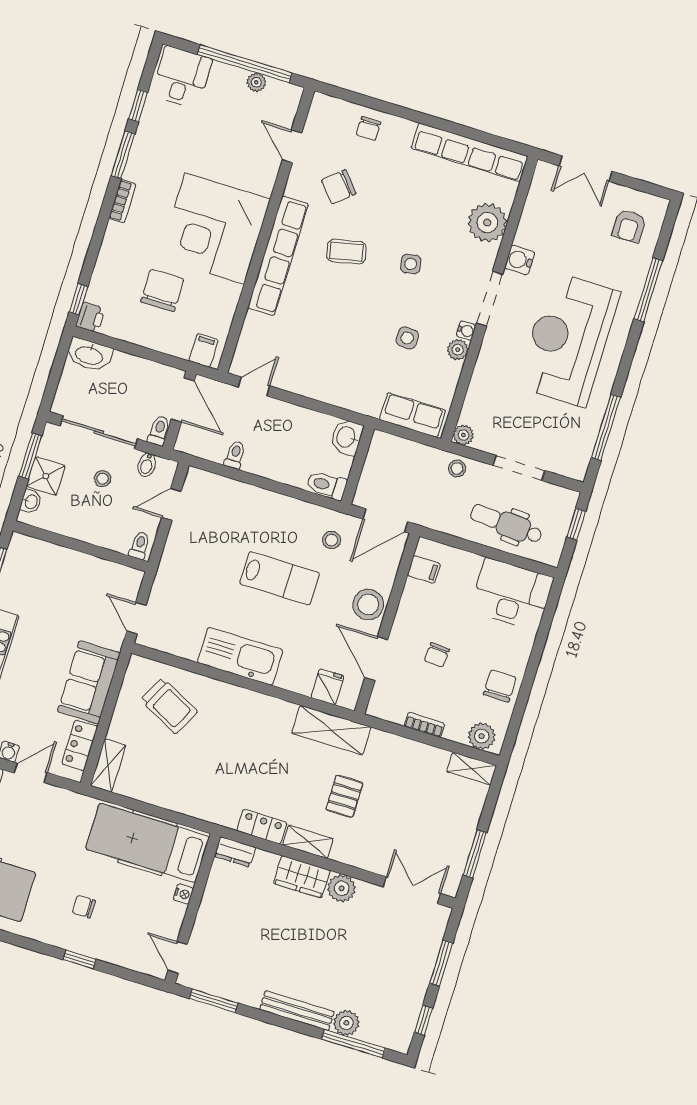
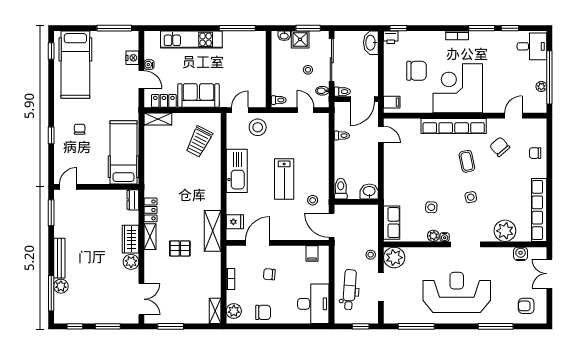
water cooler: (520, 260) -> (521, 254), moved
plant: (463, 435) -> (394, 258), width x1.88, depth x1.88
stool: (368, 605) -> (258, 127), moved
nightstand: (183, 894) -> (102, 180), removed

